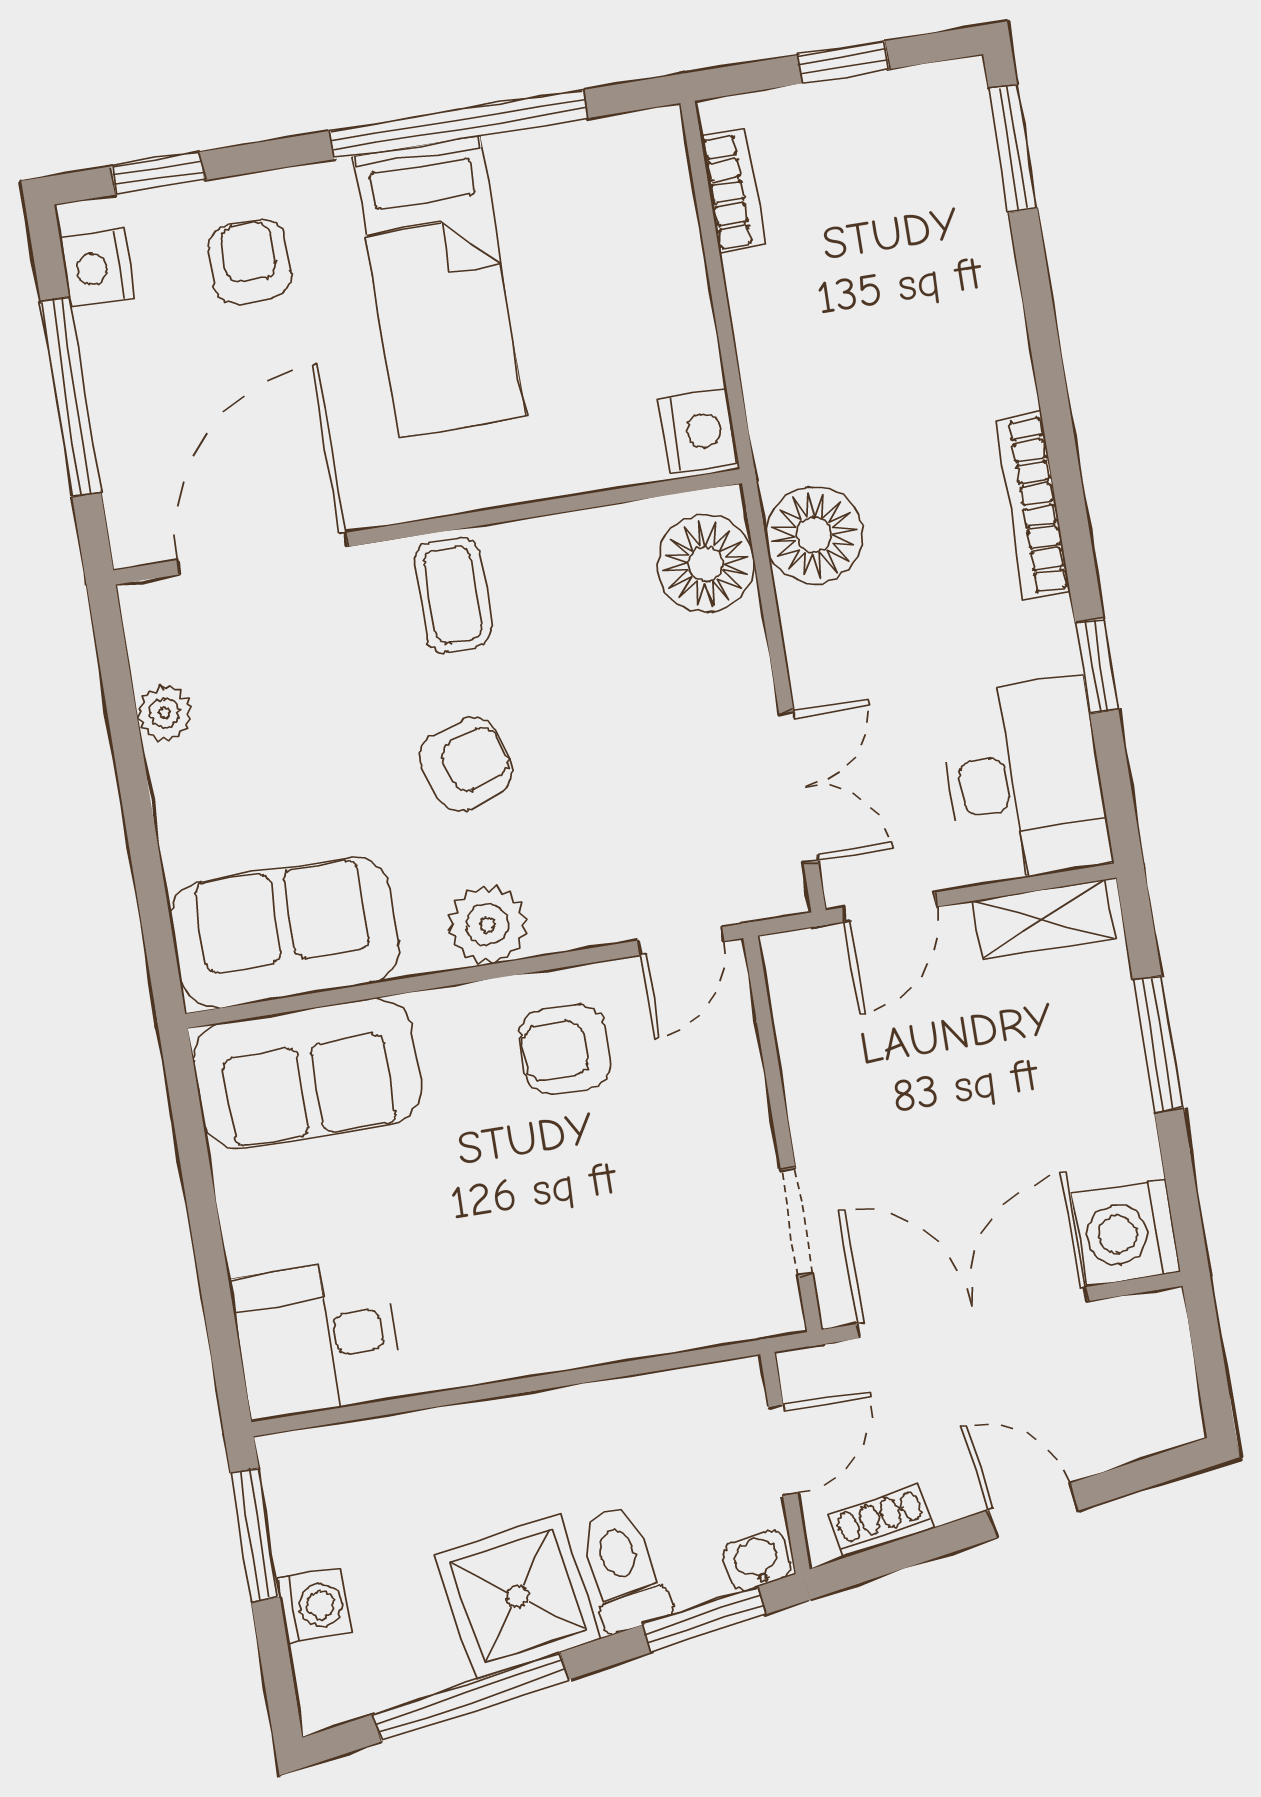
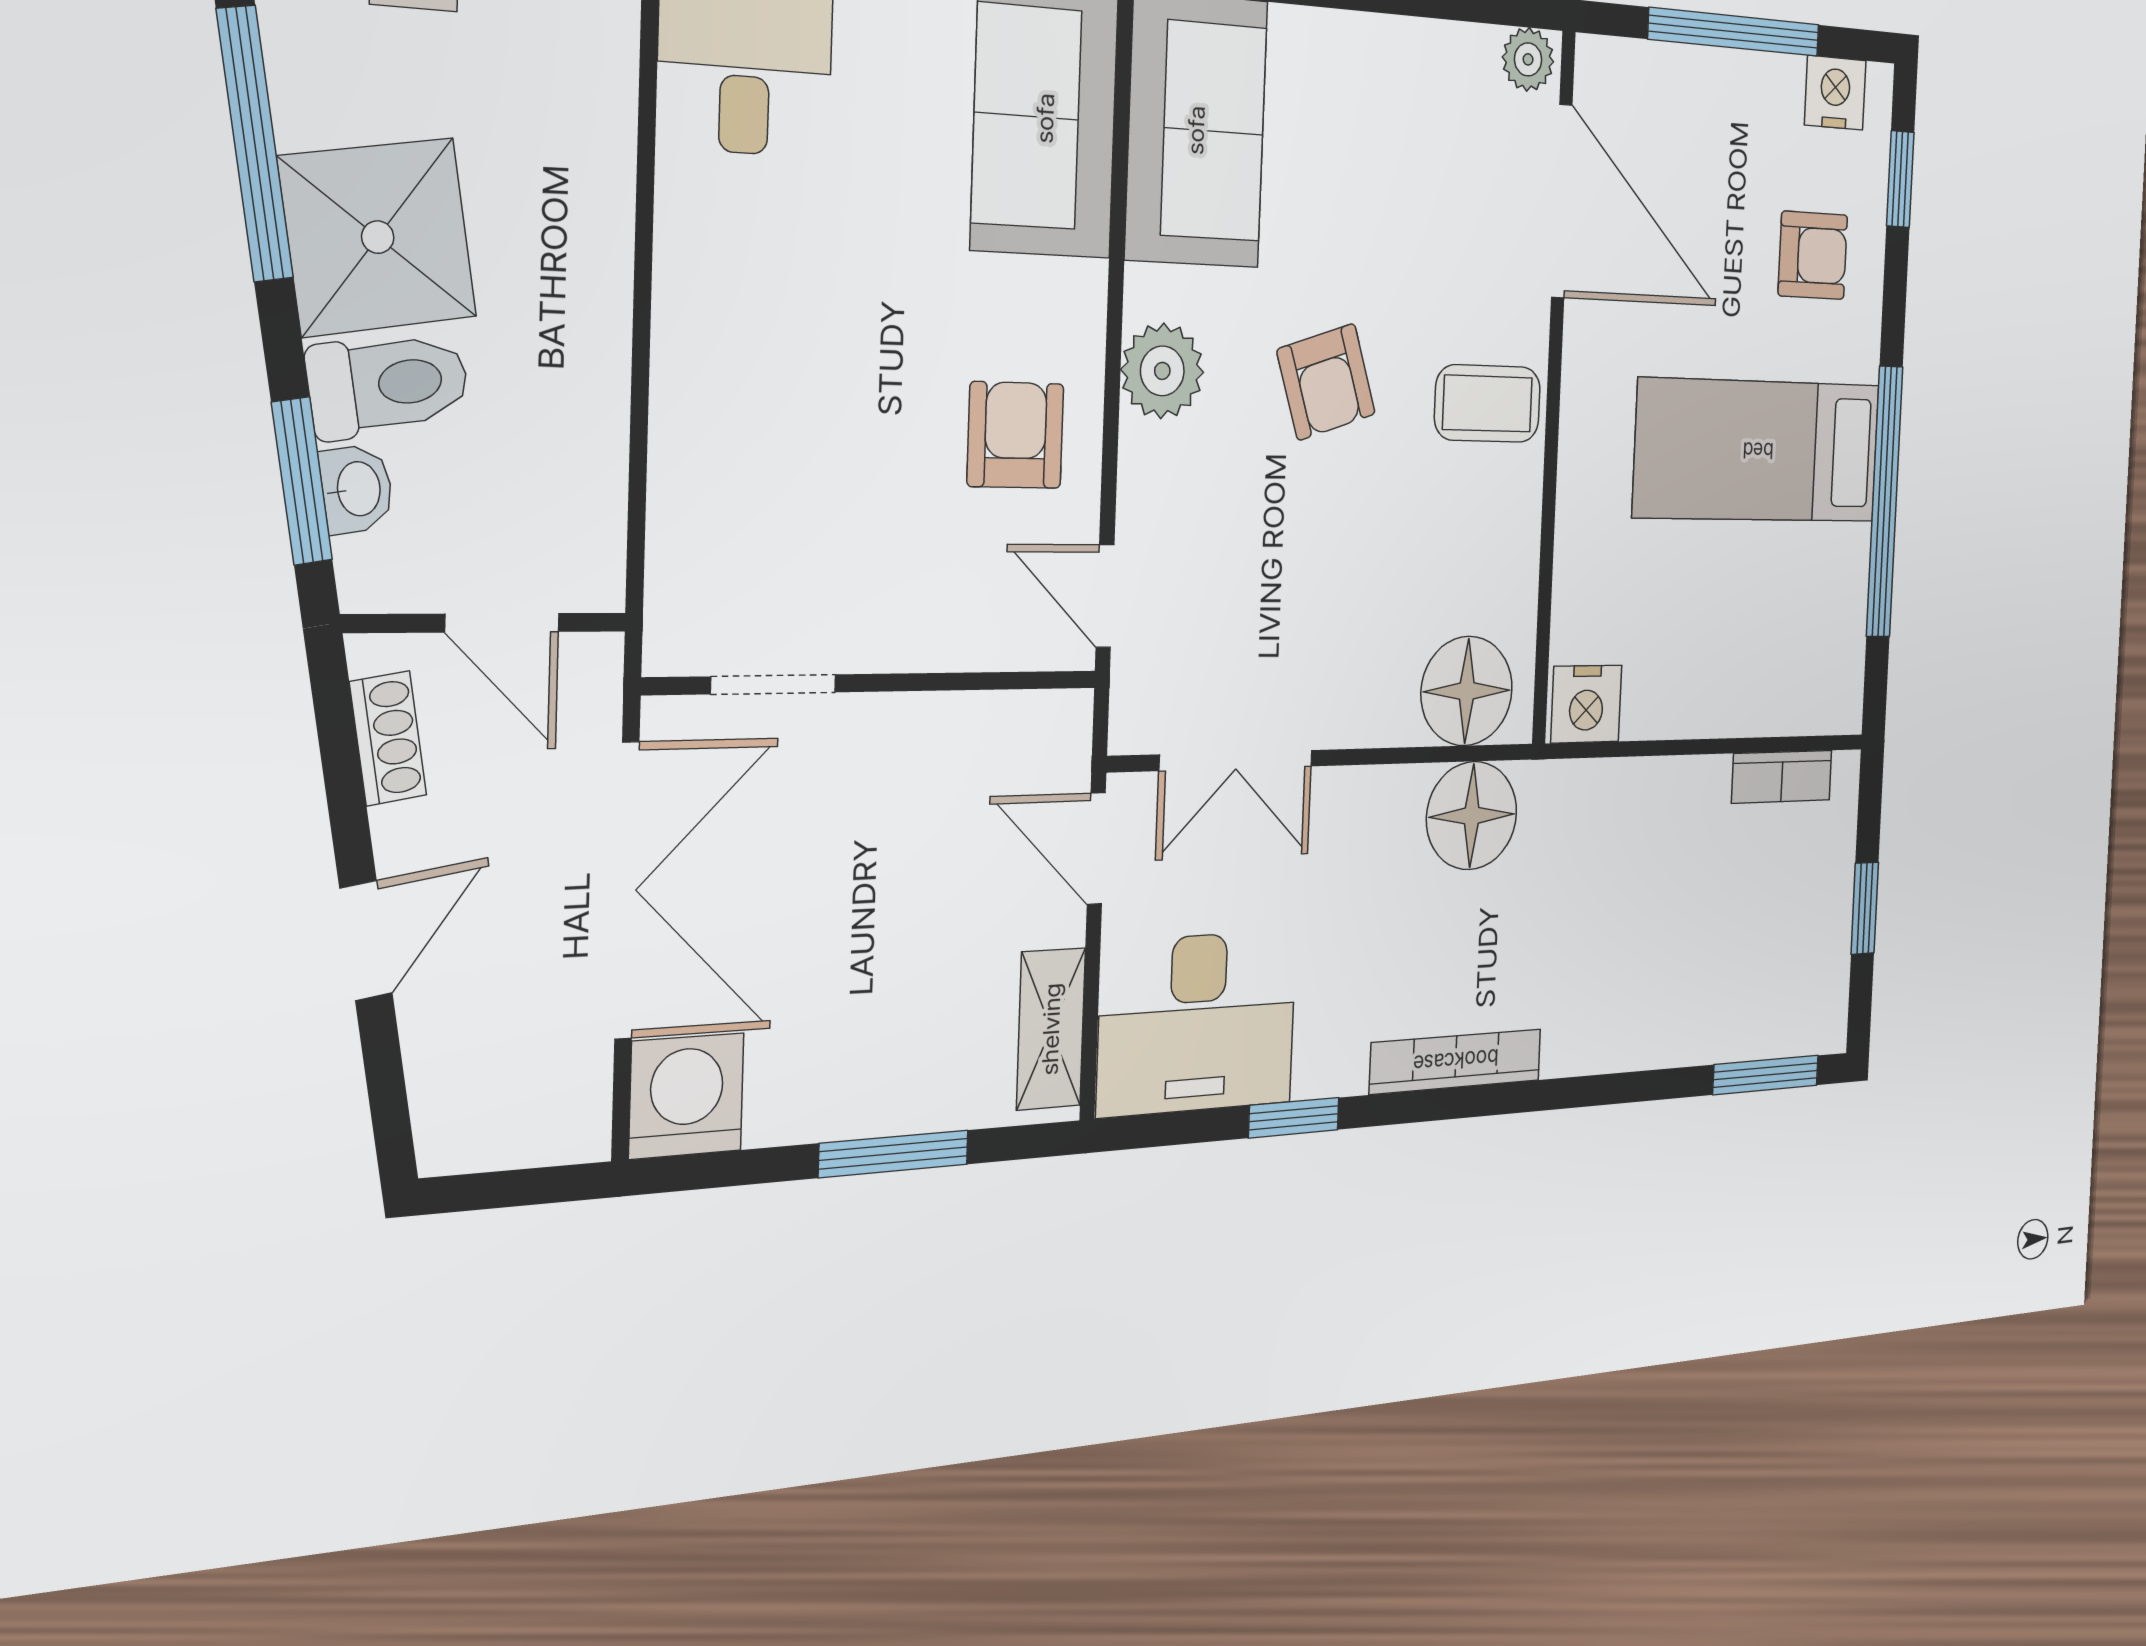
plant: (165, 713) -> (1528, 59), moved
washbasin: (757, 1560) -> (357, 489), moved

